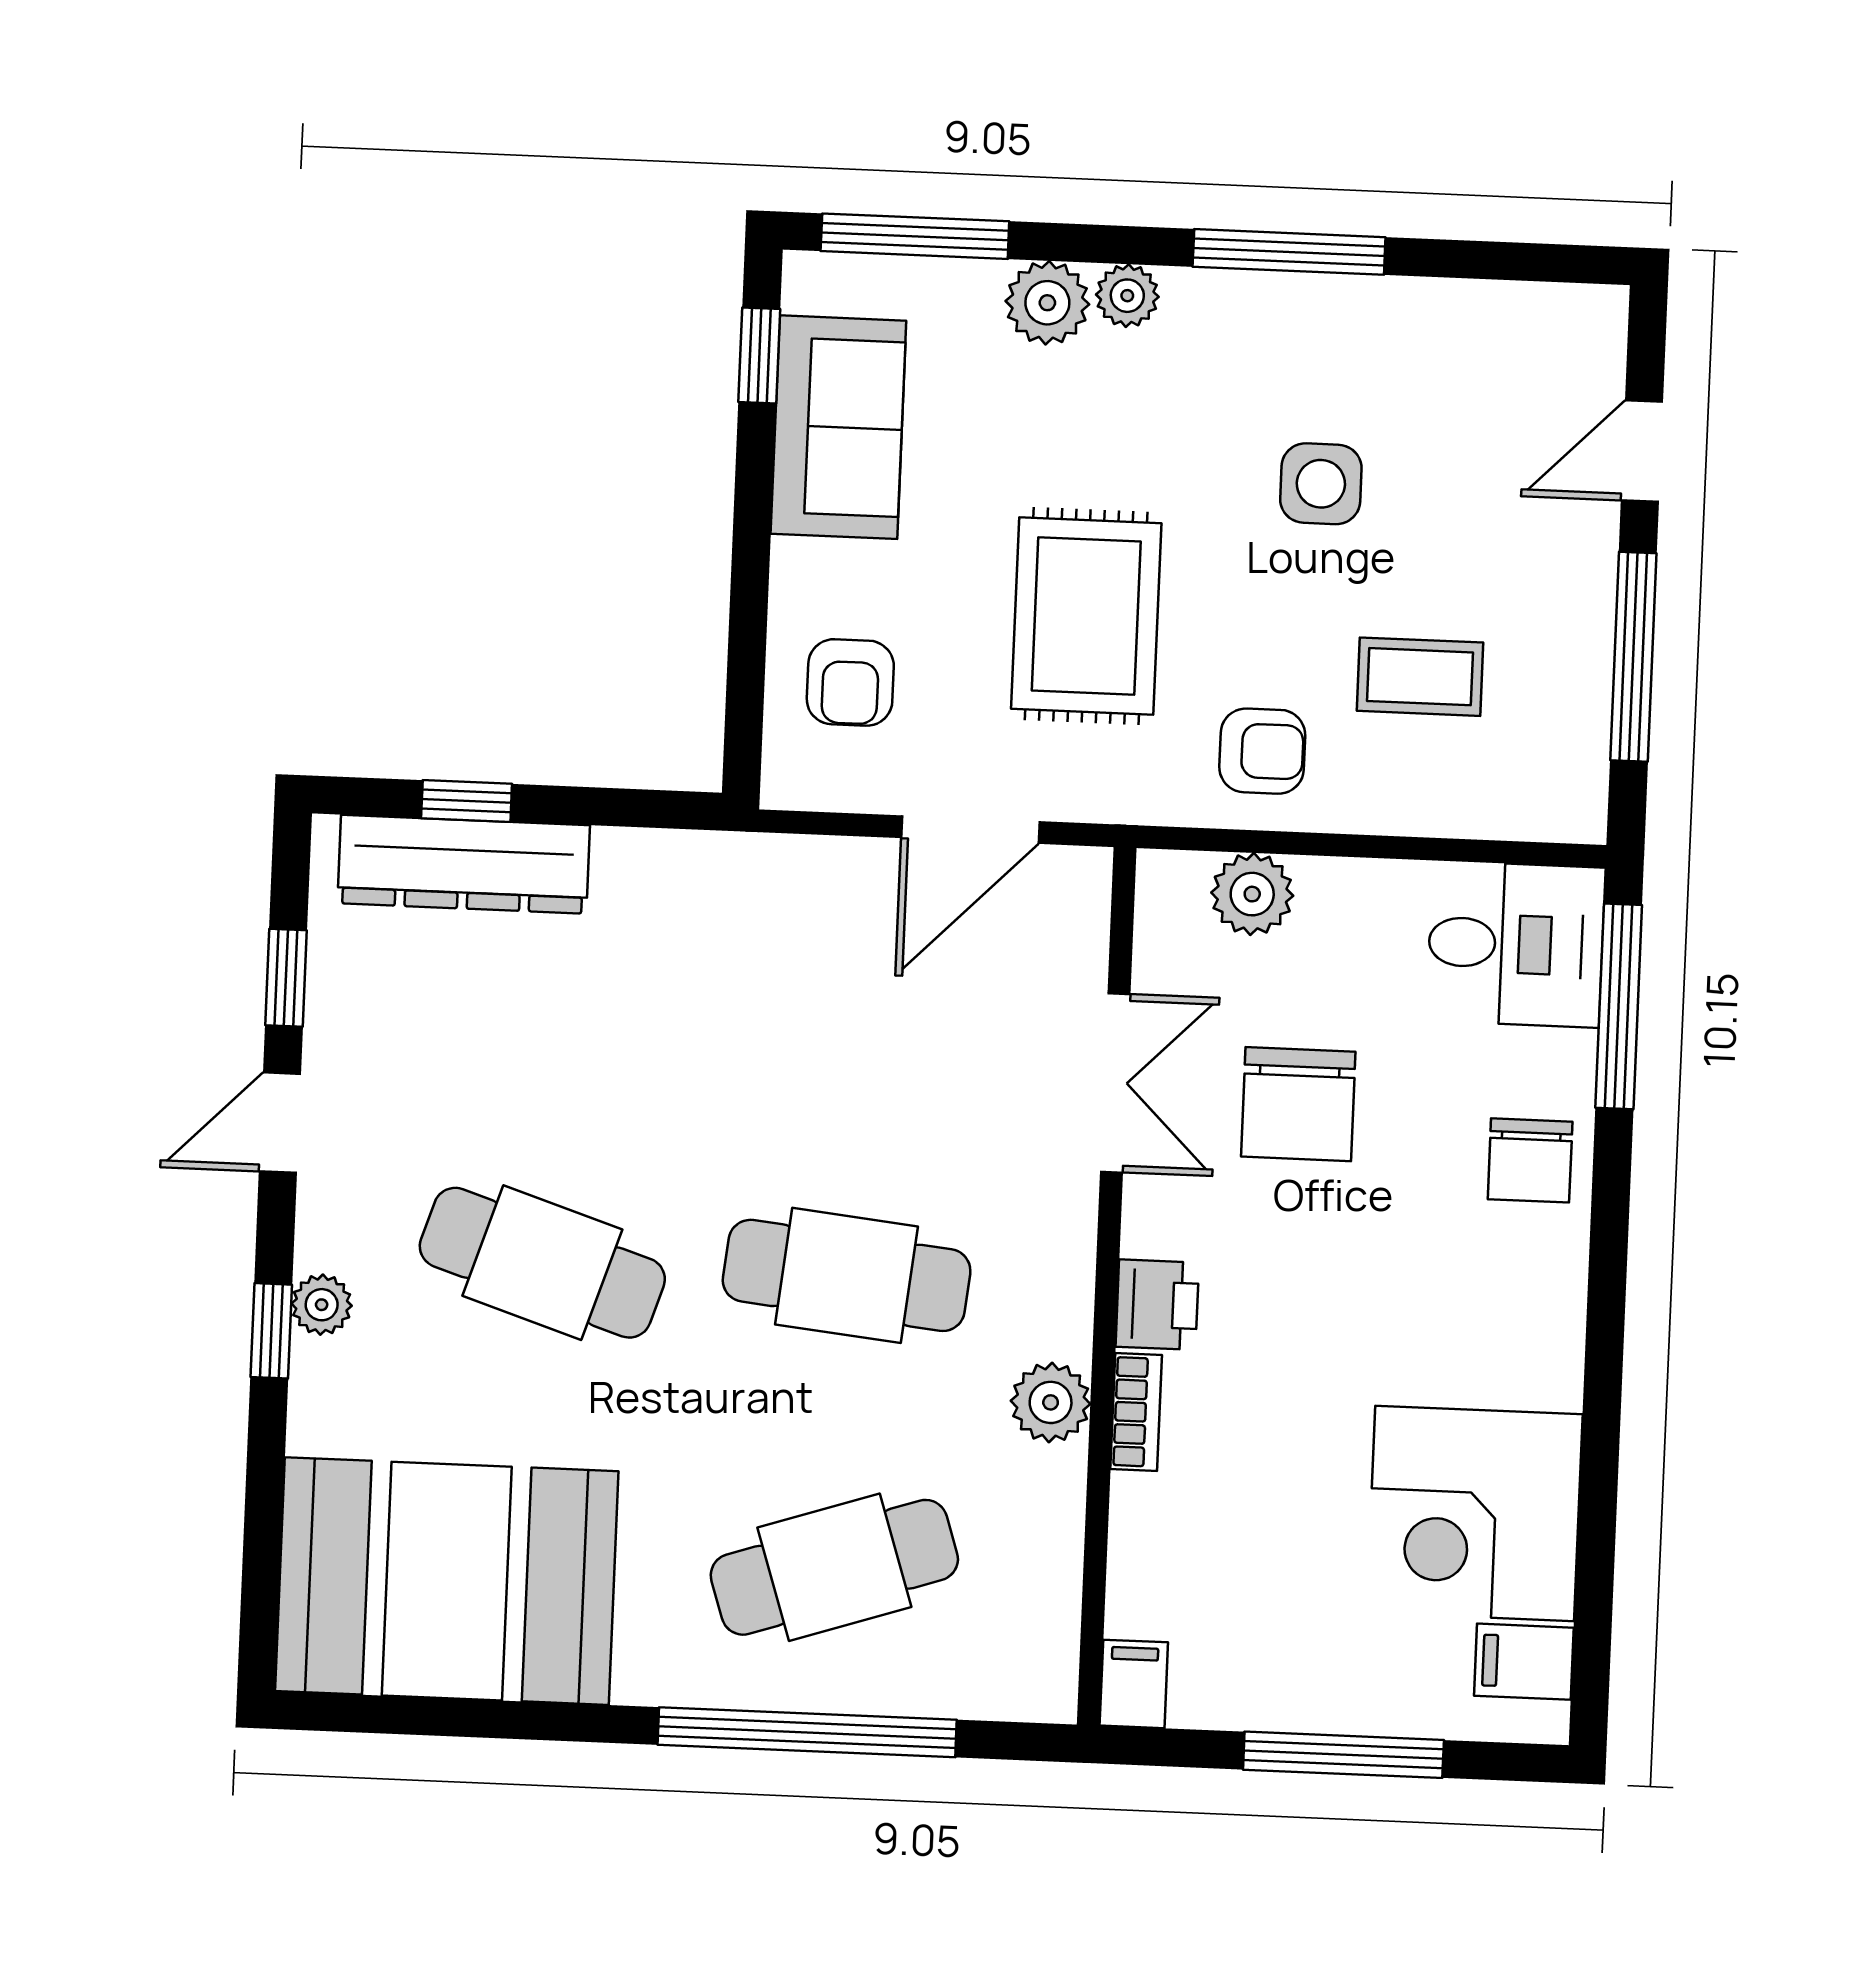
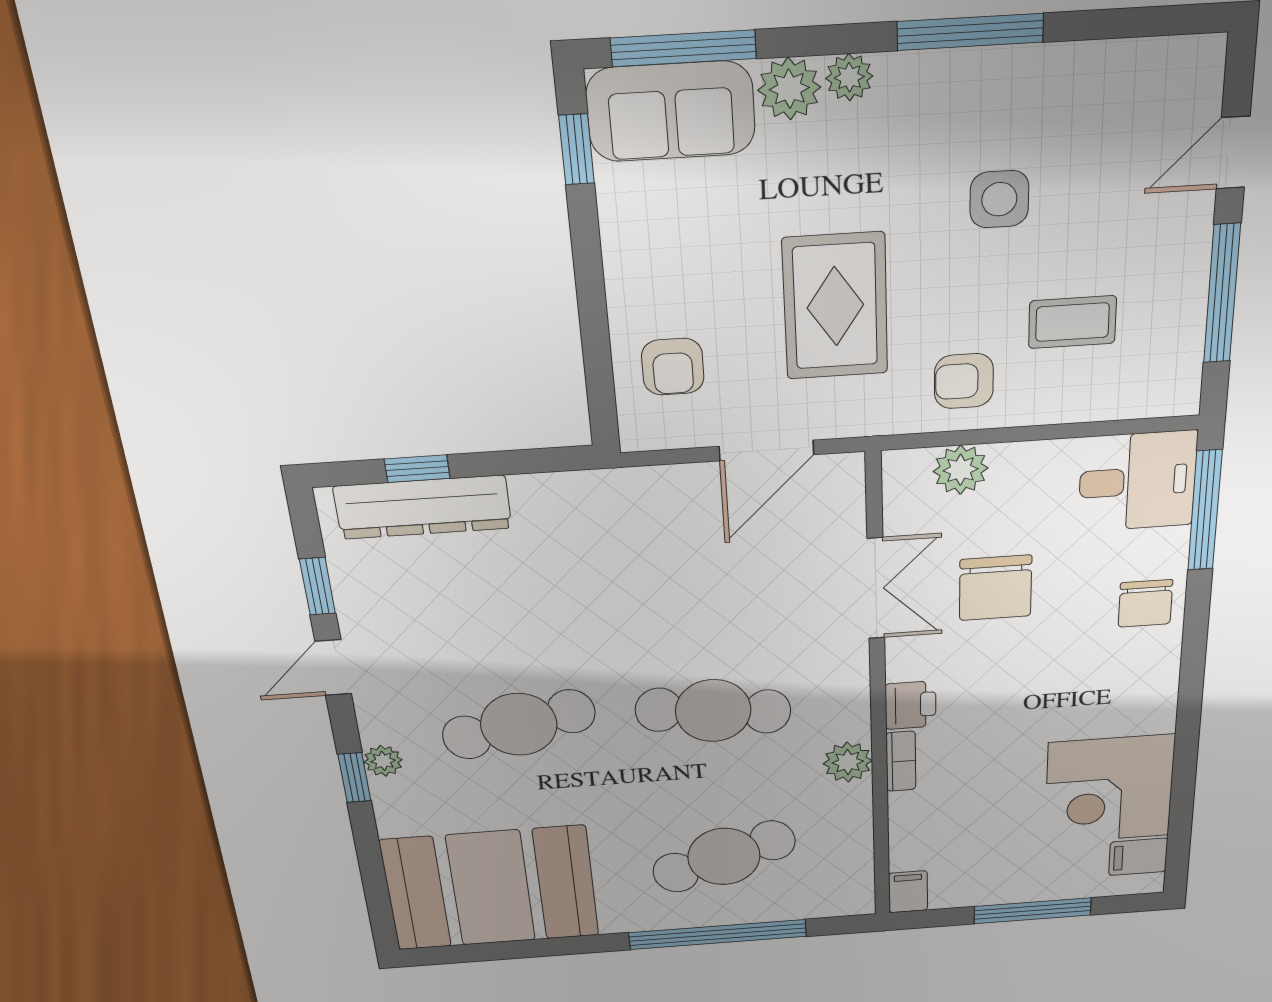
sofa: (838, 427) -> (671, 112), moved, turned 90
armchair: (1262, 751) -> (964, 381), turned 180
cafe table: (542, 1263) -> (519, 724), turned -30

